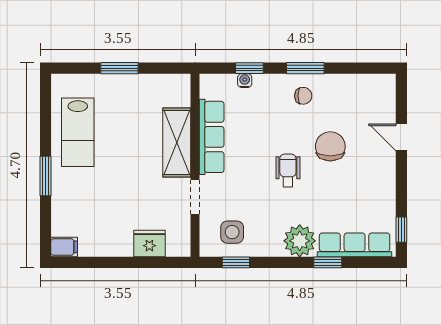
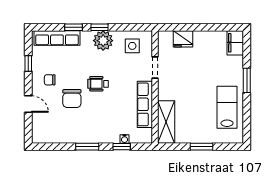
chair: (303, 96) -> (50, 80), moved
shelving: (177, 143) -> (166, 122), moved
wheelchair: (288, 170) -> (98, 84), turned 90
window: (401, 230) -> (28, 63), moved
plant: (300, 241) -> (103, 41), moved
filing cabinet: (64, 247) -> (235, 43), width x2.00
window: (236, 262) -> (100, 27), moved

